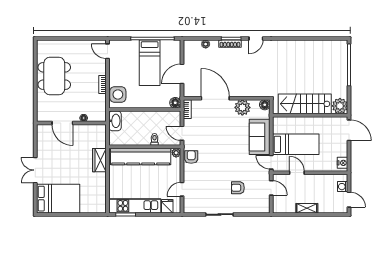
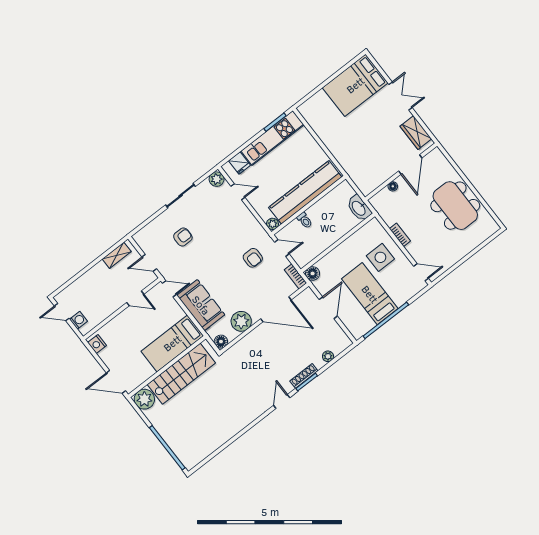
side table: (118, 95) -> (380, 257), moved
door: (62, 123) -> (410, 165), swing flipped
bed: (296, 144) -> (172, 343), moved
armchair: (191, 157) -> (253, 258), moved
wardrobe: (99, 160) -> (416, 133), moved, turned 180
door: (182, 189) -> (238, 192), hinge flipped
plant: (189, 207) -> (217, 179), added
shelving: (307, 208) -> (117, 255), moved

